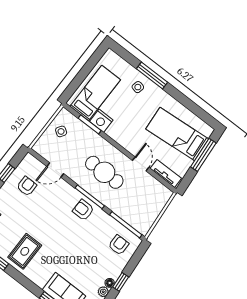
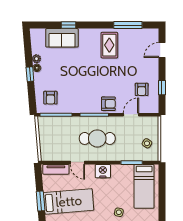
nightstand: (101, 121) -> (103, 171), moved
window: (203, 155) -> (41, 201), width x0.69
armchair: (83, 210) -> (108, 104), moved

